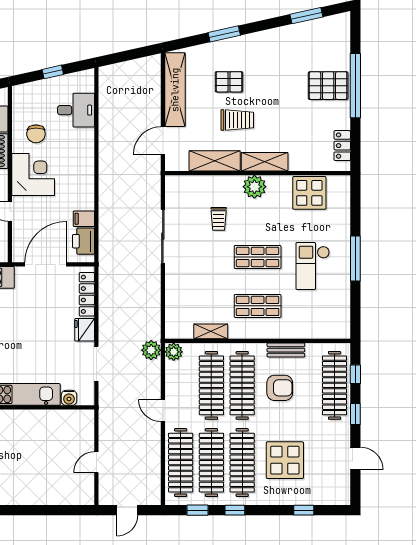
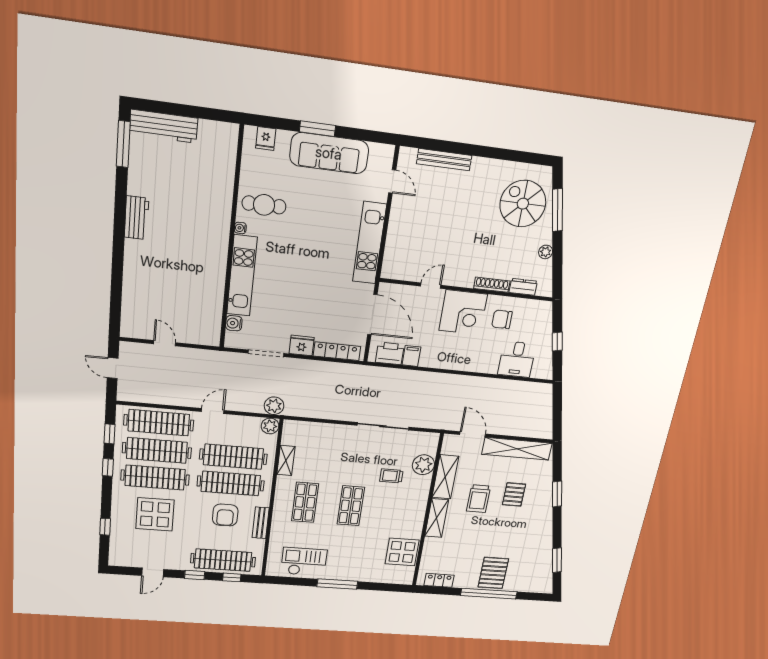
plant: (254, 187) -> (423, 465), moved
checkout: (313, 266) -> (304, 562), moved

